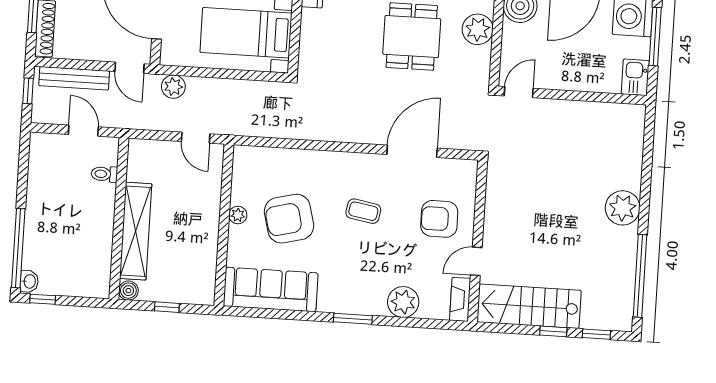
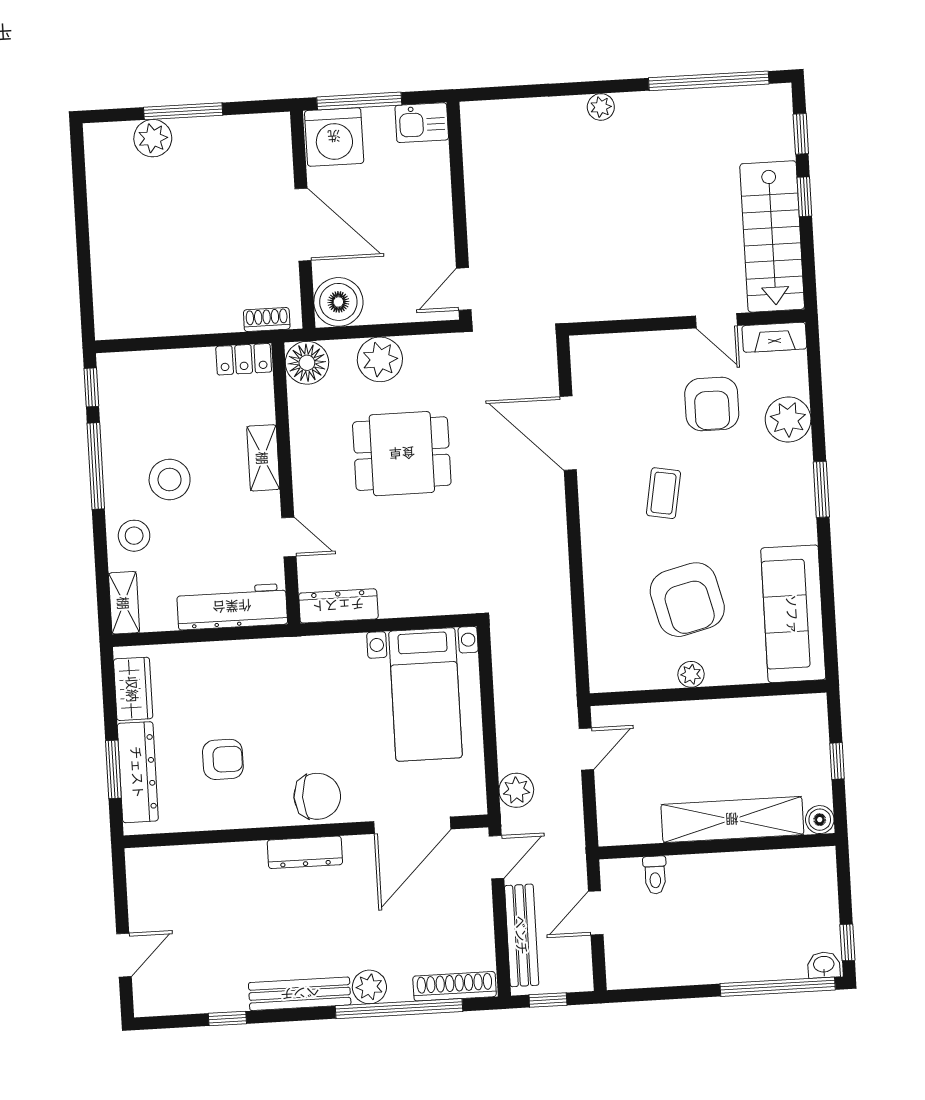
door: (519, 92) -> (464, 289), hinge flipped
plant: (623, 208) -> (601, 107), width x0.53, depth x0.53
armchair: (439, 219) -> (712, 404), moved

